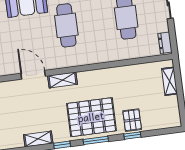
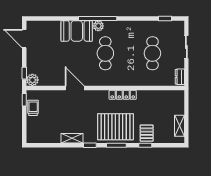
locker: (95, 75) -> (123, 95), added
shelving: (62, 80) -> (97, 95), removed
shelving: (170, 81) -> (179, 126), moved

